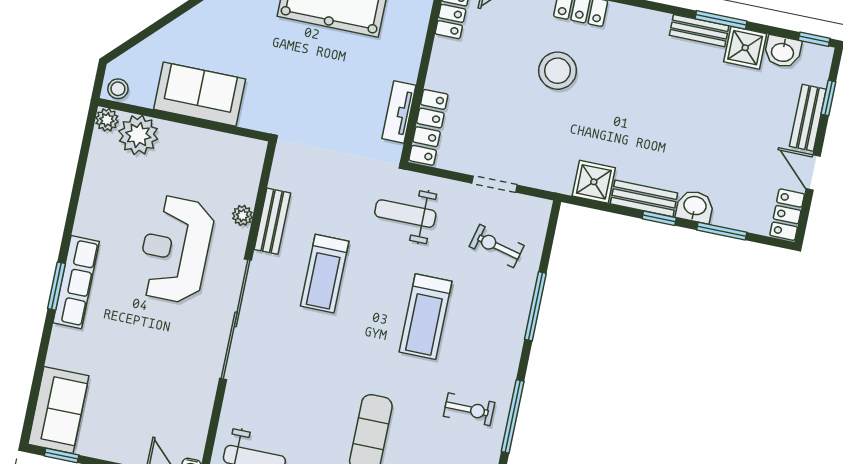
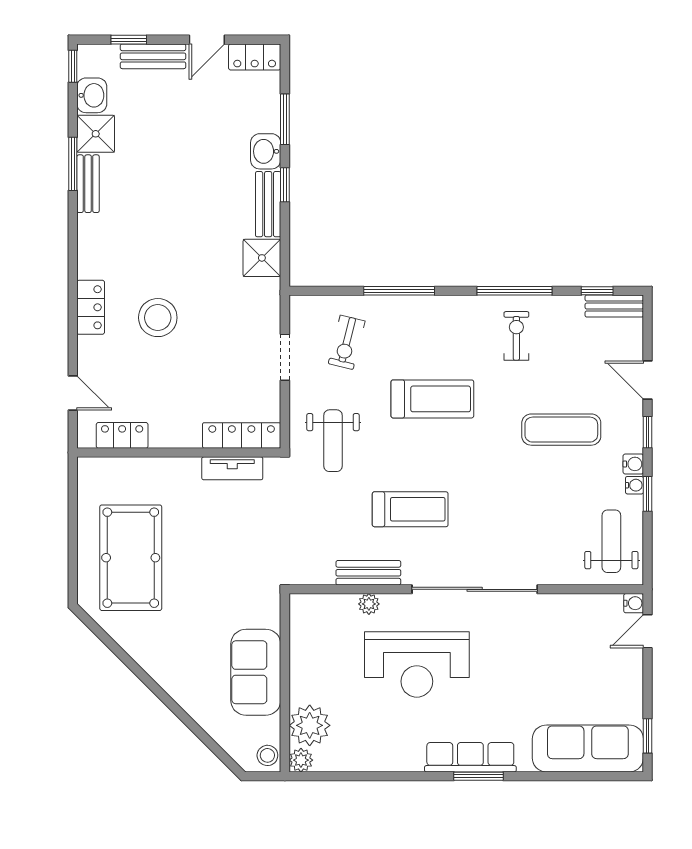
sofa: (58, 410) -> (588, 748), width x1.36

